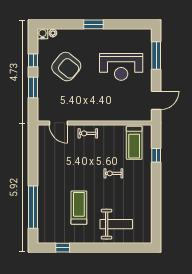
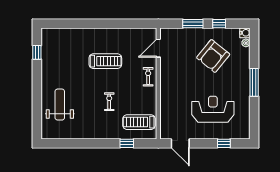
window: (93, 24) -> (254, 82), width x1.44
window: (156, 56) -> (224, 143), width x0.46
reception desk: (121, 67) -> (213, 109), turned 90
window: (33, 207) -> (76, 24), removed
treadmill: (79, 208) -> (105, 61), moved
weight bench: (116, 224) -> (60, 105), turned 180

